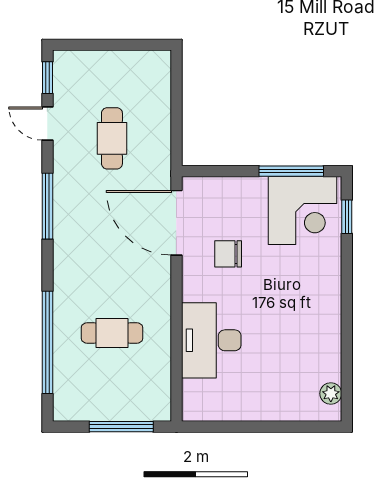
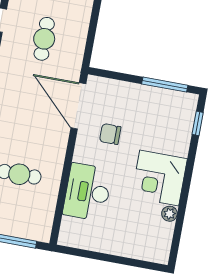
corner desk: (303, 210) -> (159, 178), moved, turned 90
plant: (331, 394) -> (169, 214), moved

